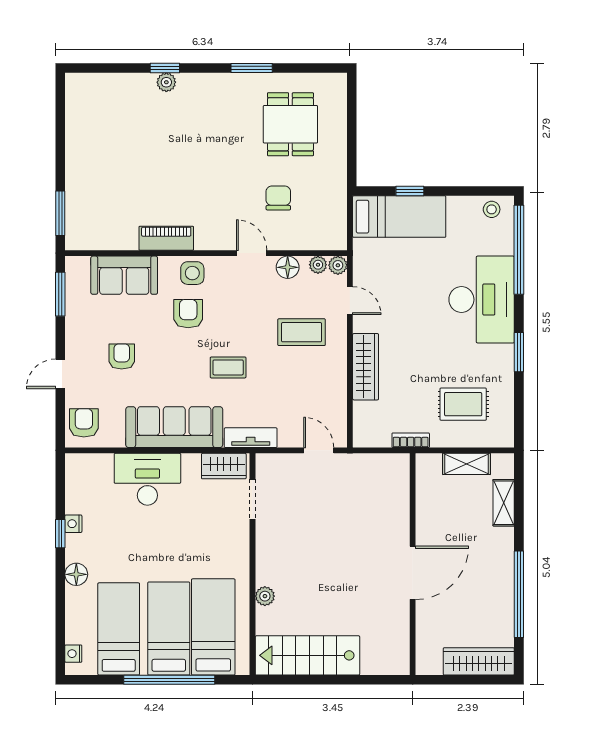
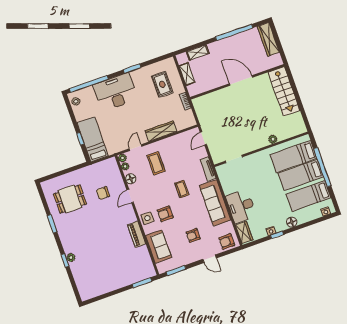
wardrobe: (224, 466) -> (244, 232), moved
stairs: (307, 655) -> (284, 91), moved

